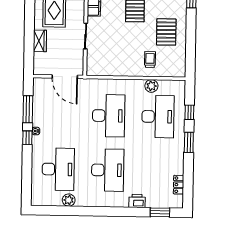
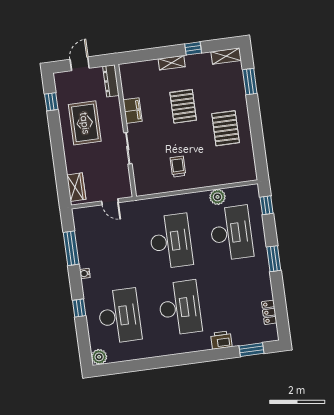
wardrobe: (40, 41) -> (76, 187), moved
trolley: (150, 60) -> (178, 167), moved
door: (65, 77) -> (110, 202), width x0.53
window: (189, 112) -> (267, 205), moved
window: (27, 138) -> (79, 308), moved
plant: (69, 200) -> (99, 357), moved

